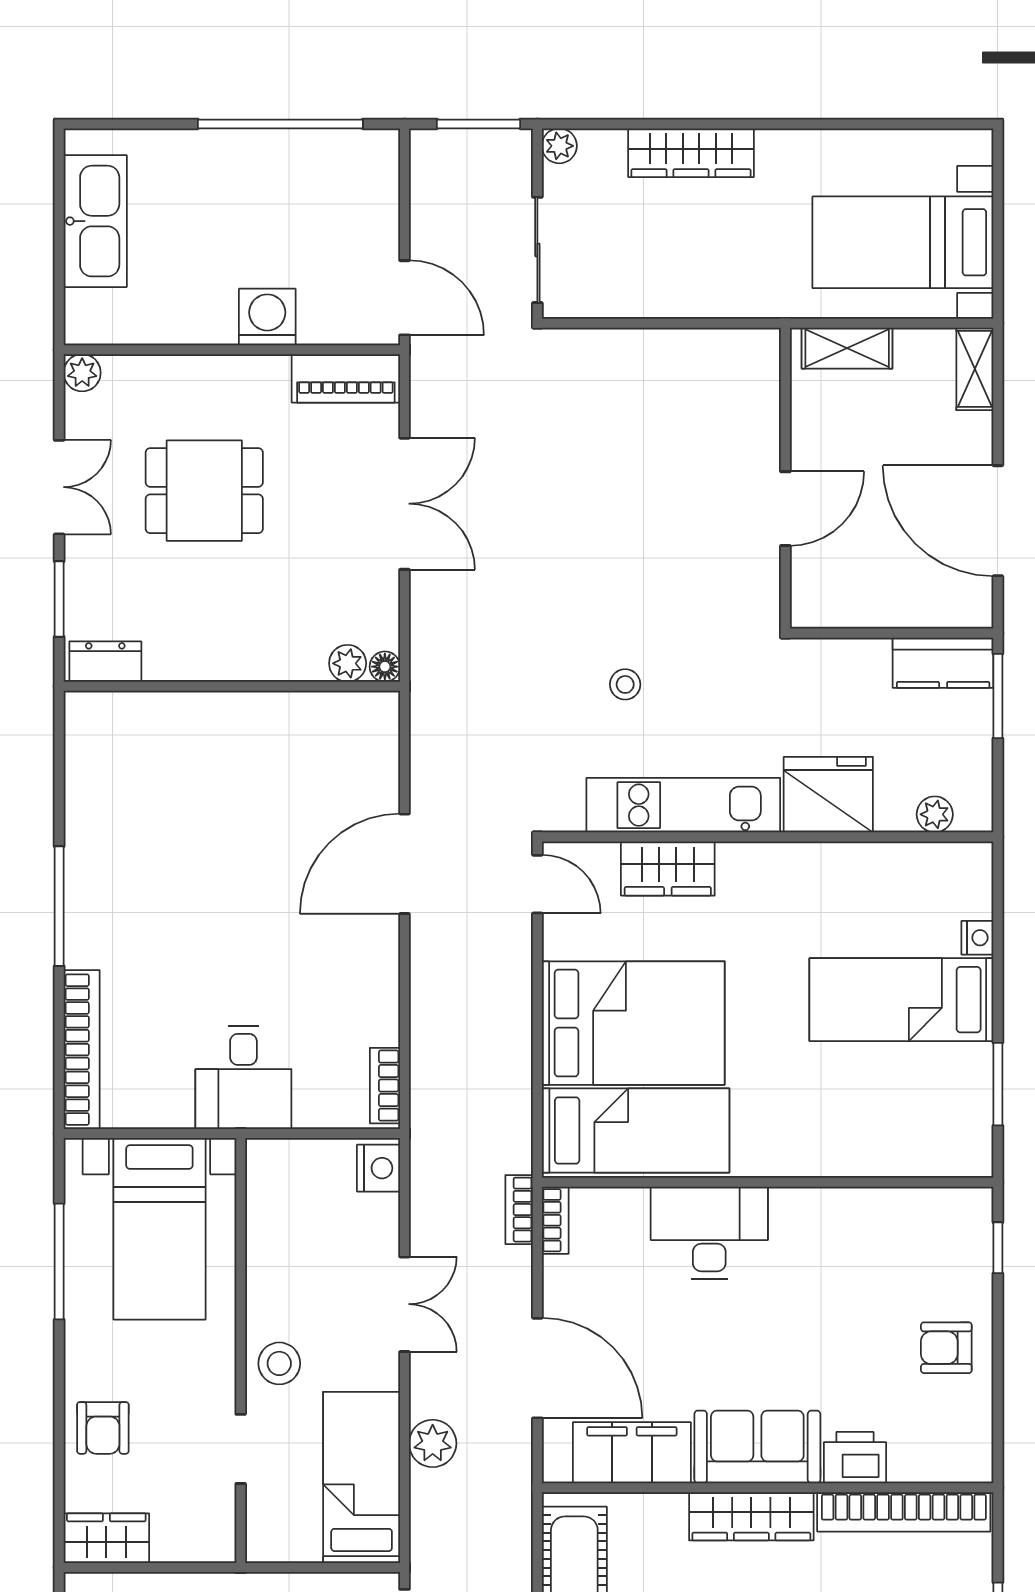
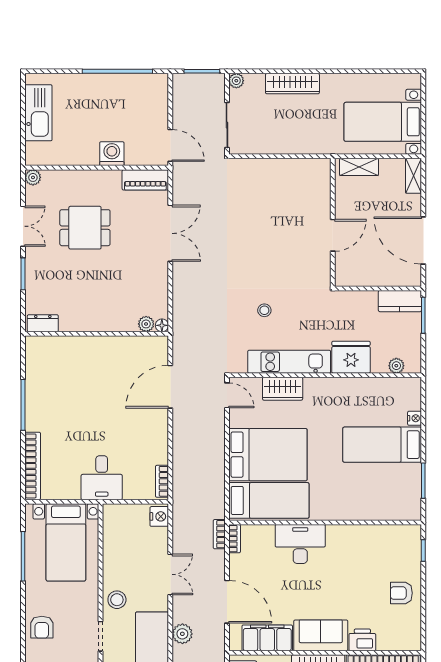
dresser: (105, 662) -> (43, 323), moved
plant: (348, 663) -> (146, 324), moved
floor lamp: (385, 667) -> (162, 325), moved
wall: (232, 686) -> (97, 334), moved

